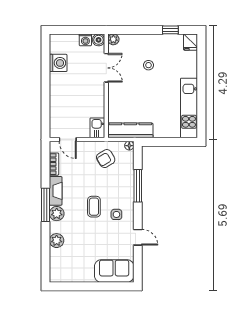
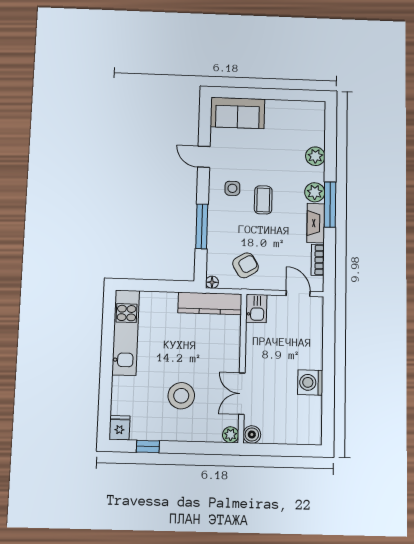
washing machine: (85, 40) -> (271, 435), removed
washing machine: (58, 63) -> (310, 382), moved
stool: (148, 65) -> (181, 396), width x1.89, depth x1.89

